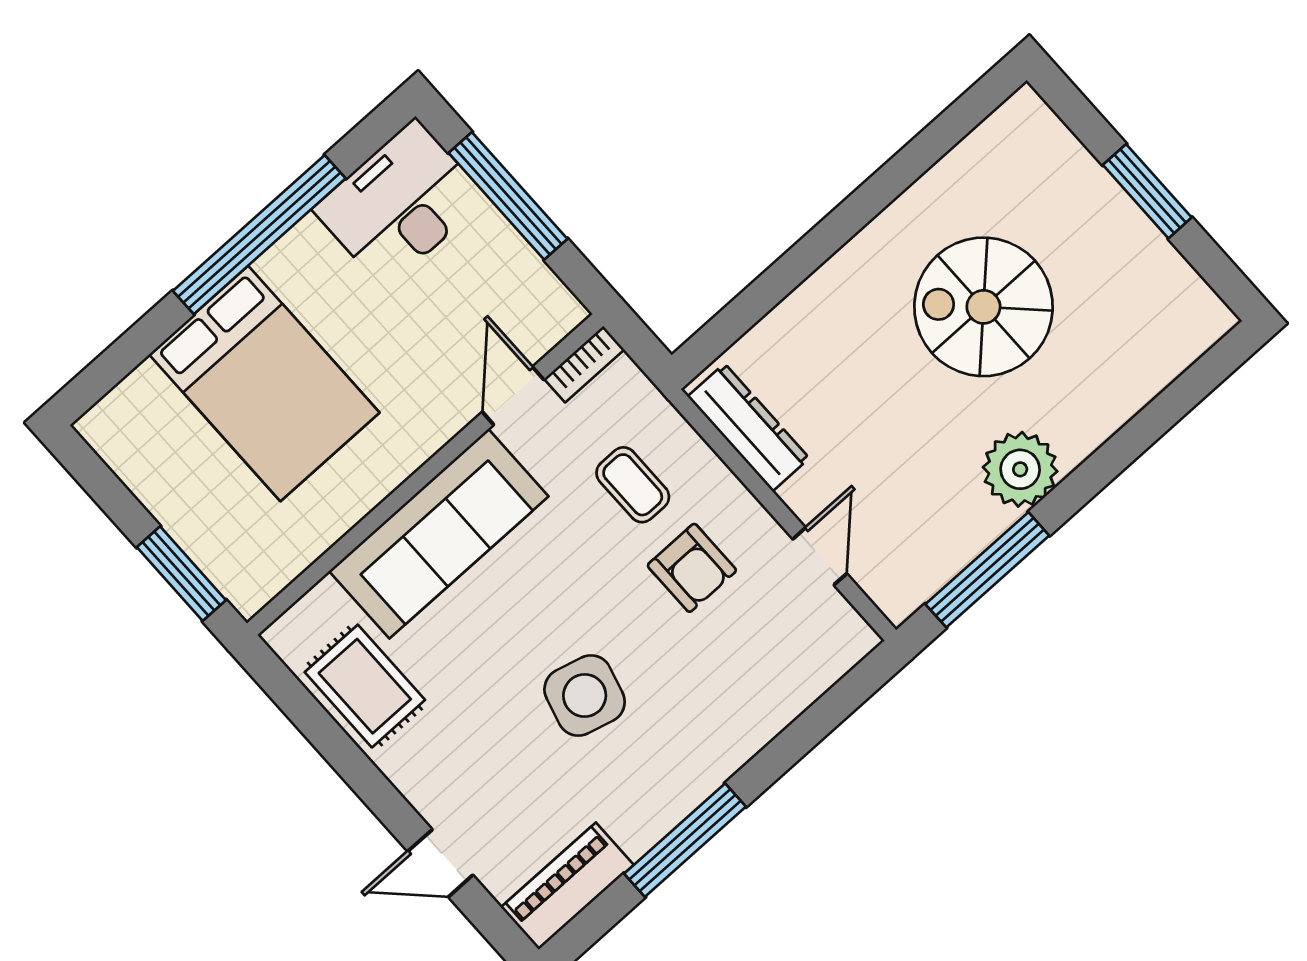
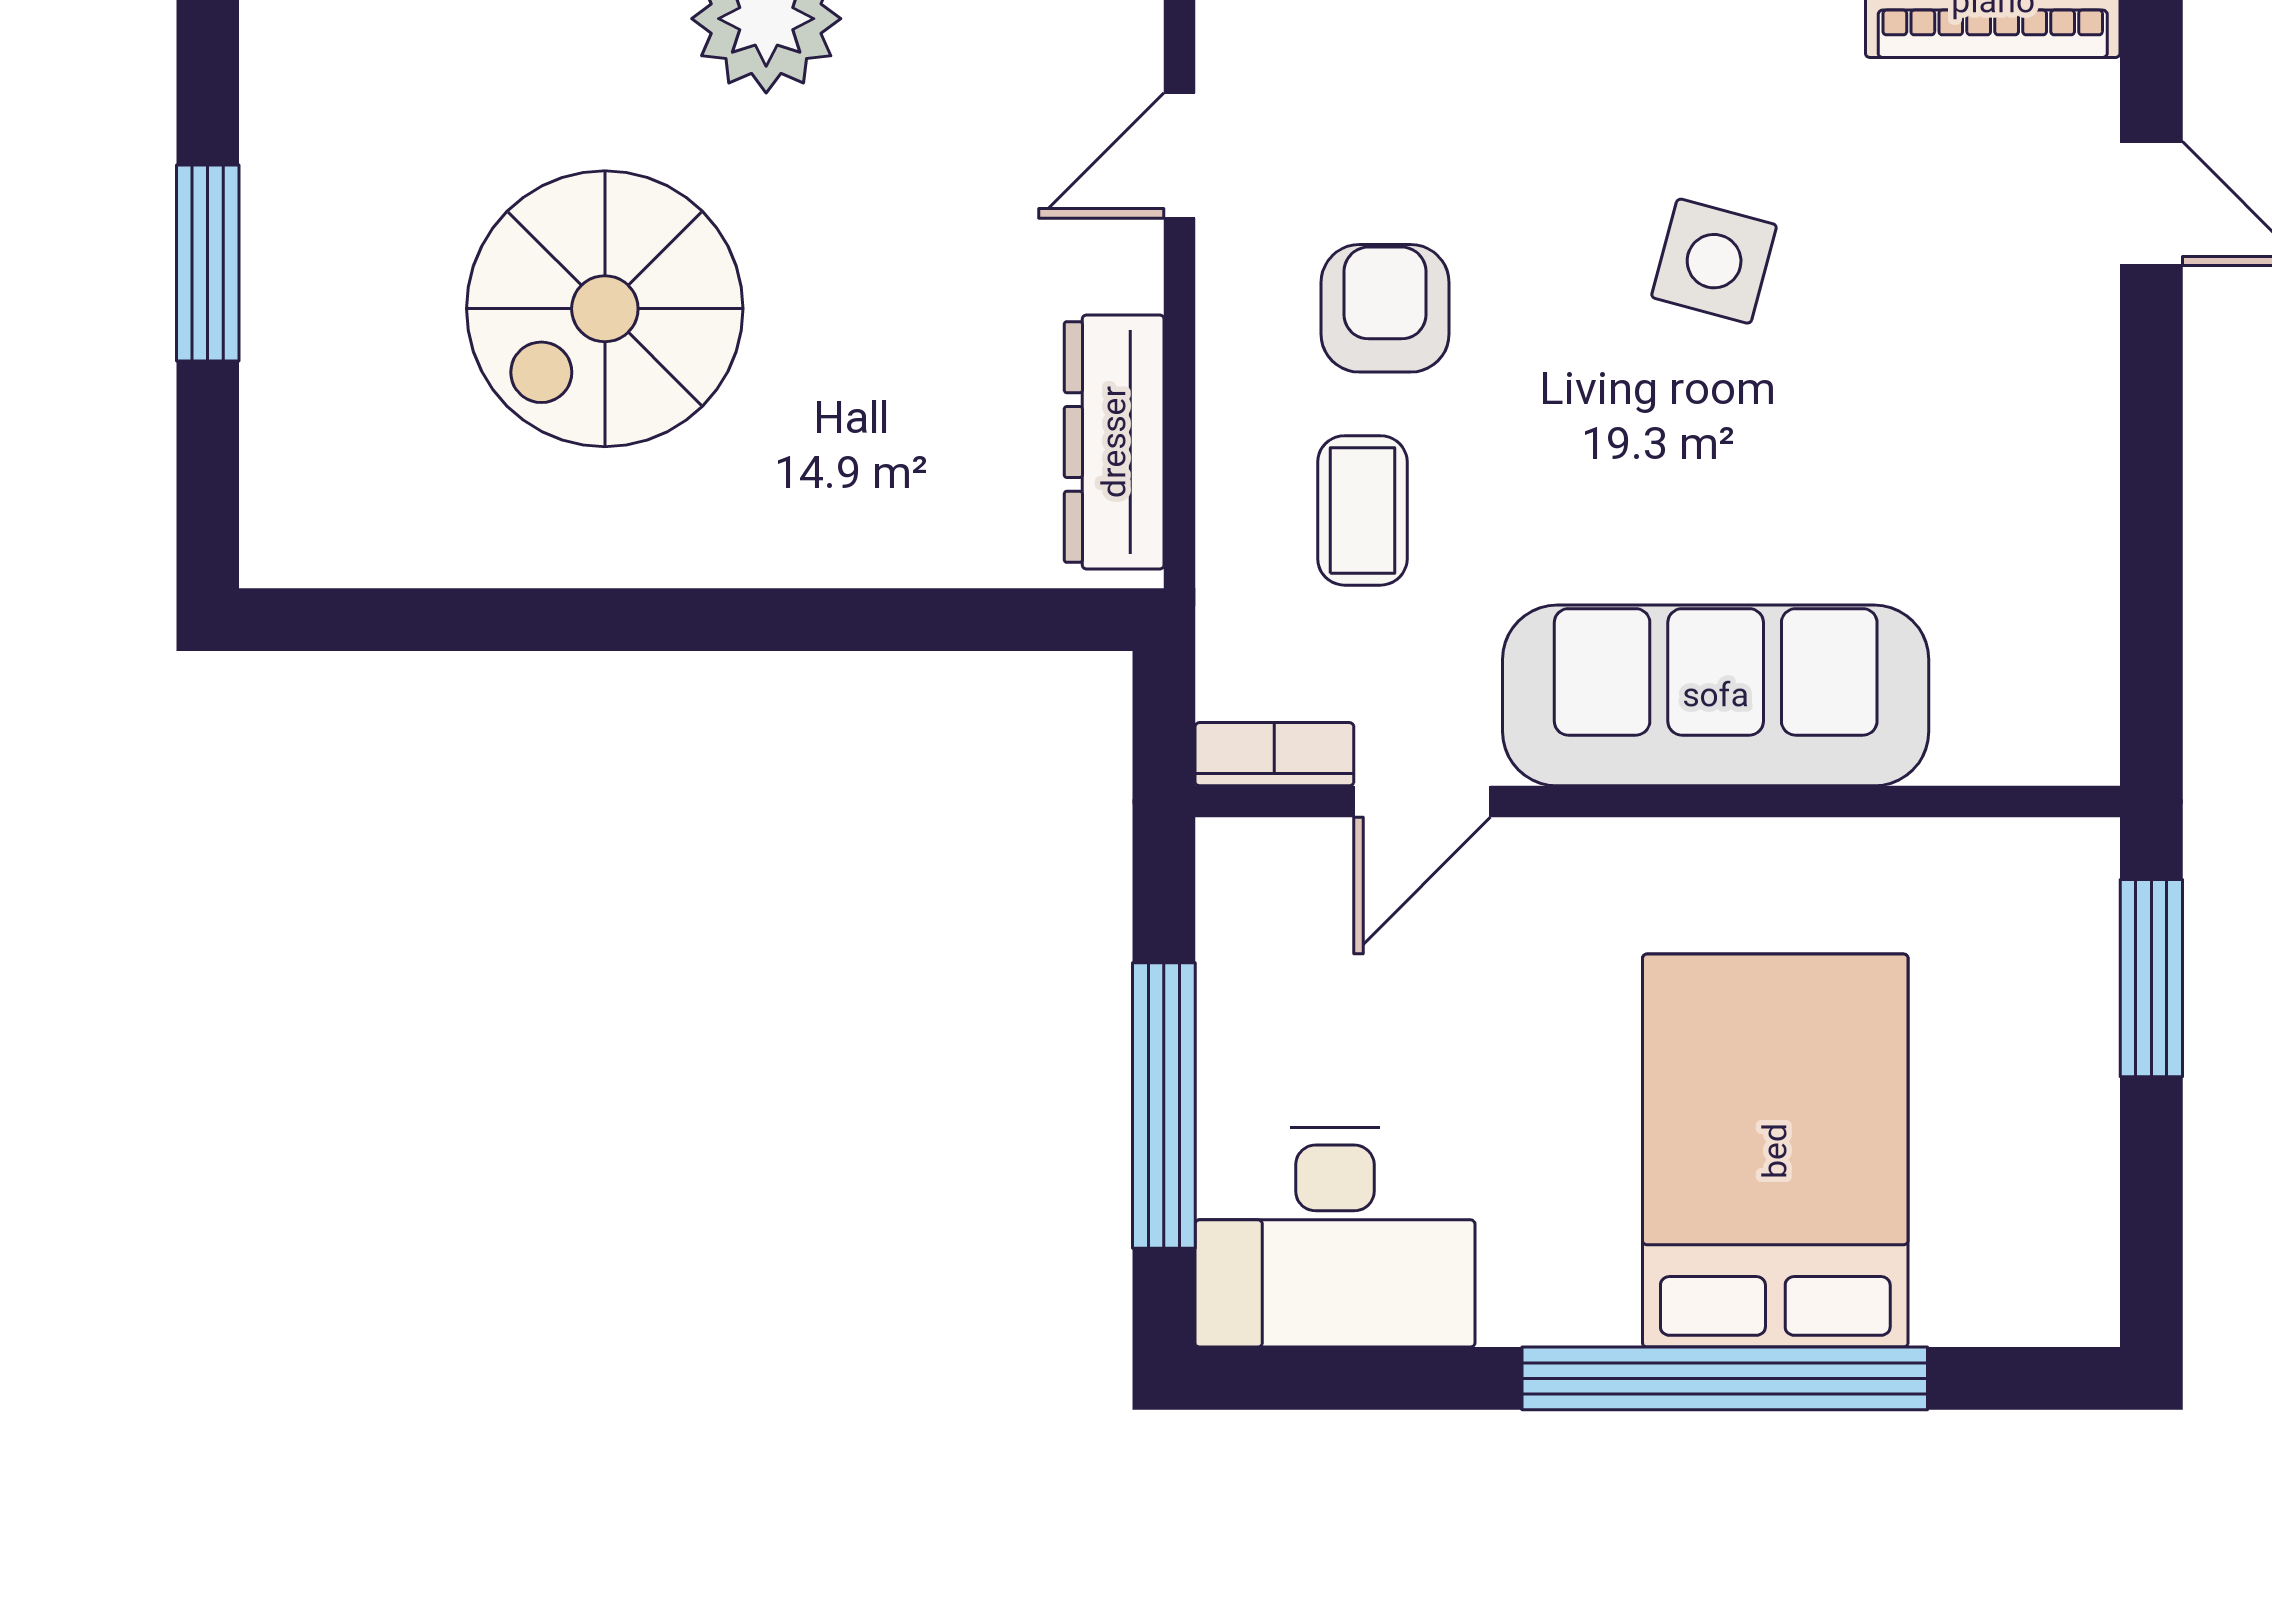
window: (259, 235) -> (1725, 1378), moved
spiral stairs: (983, 307) -> (605, 309), turned 90
rug: (365, 686) -> (2028, 567), removed
side table: (585, 696) -> (1714, 261), width x0.73, depth x0.73

